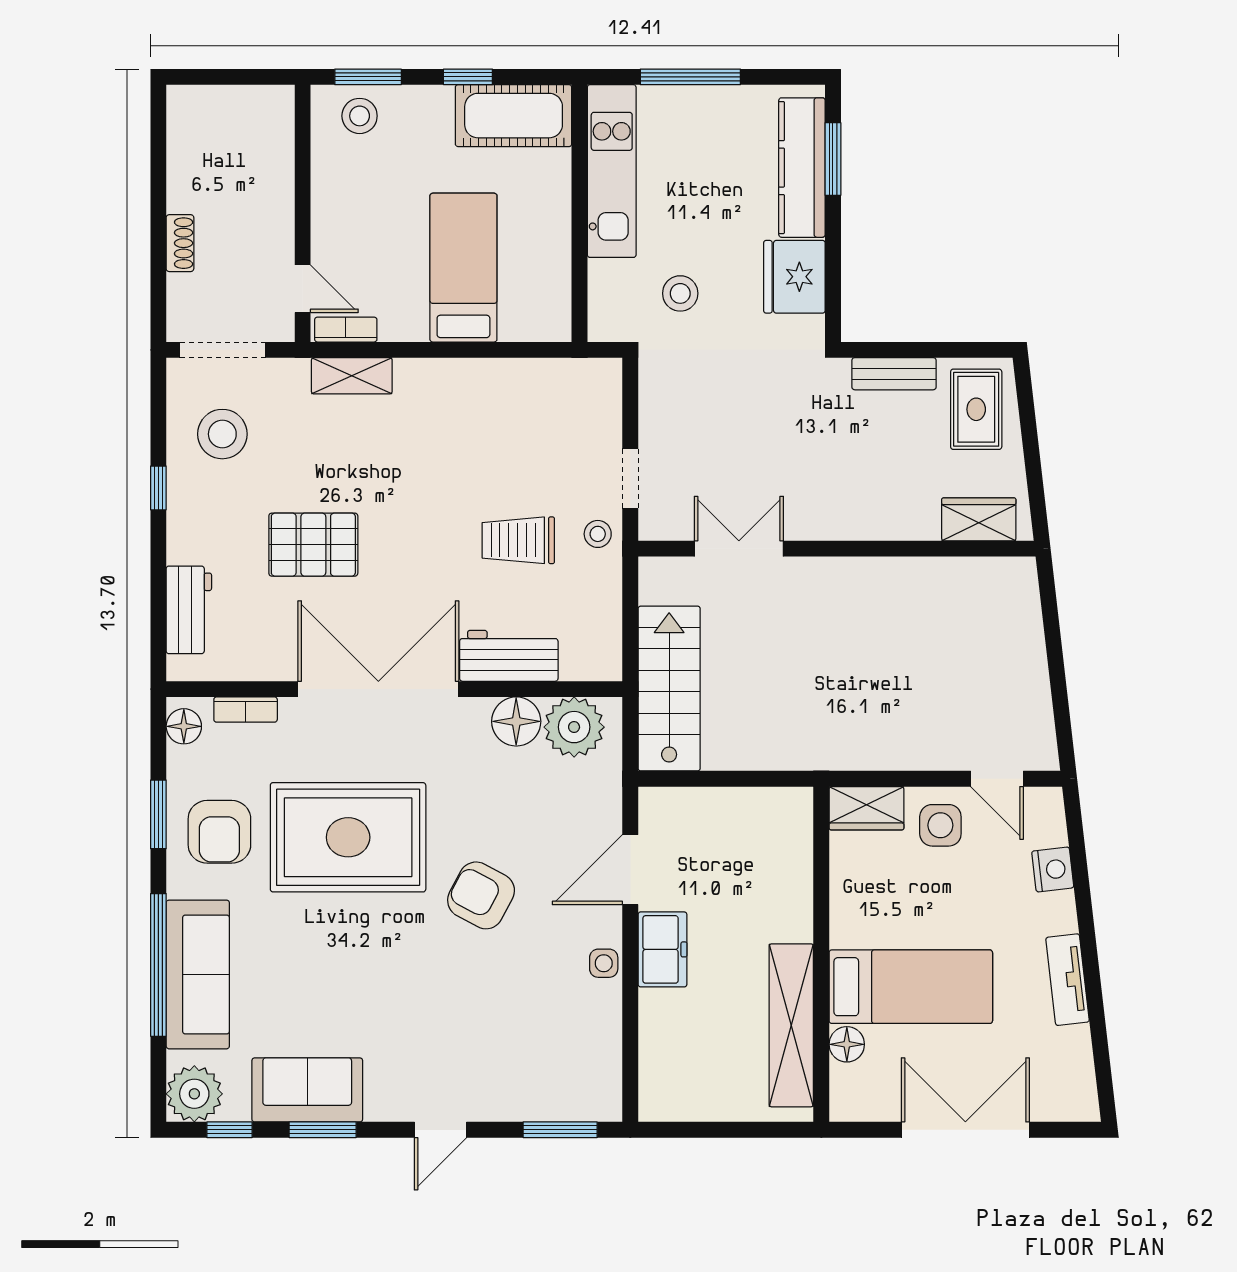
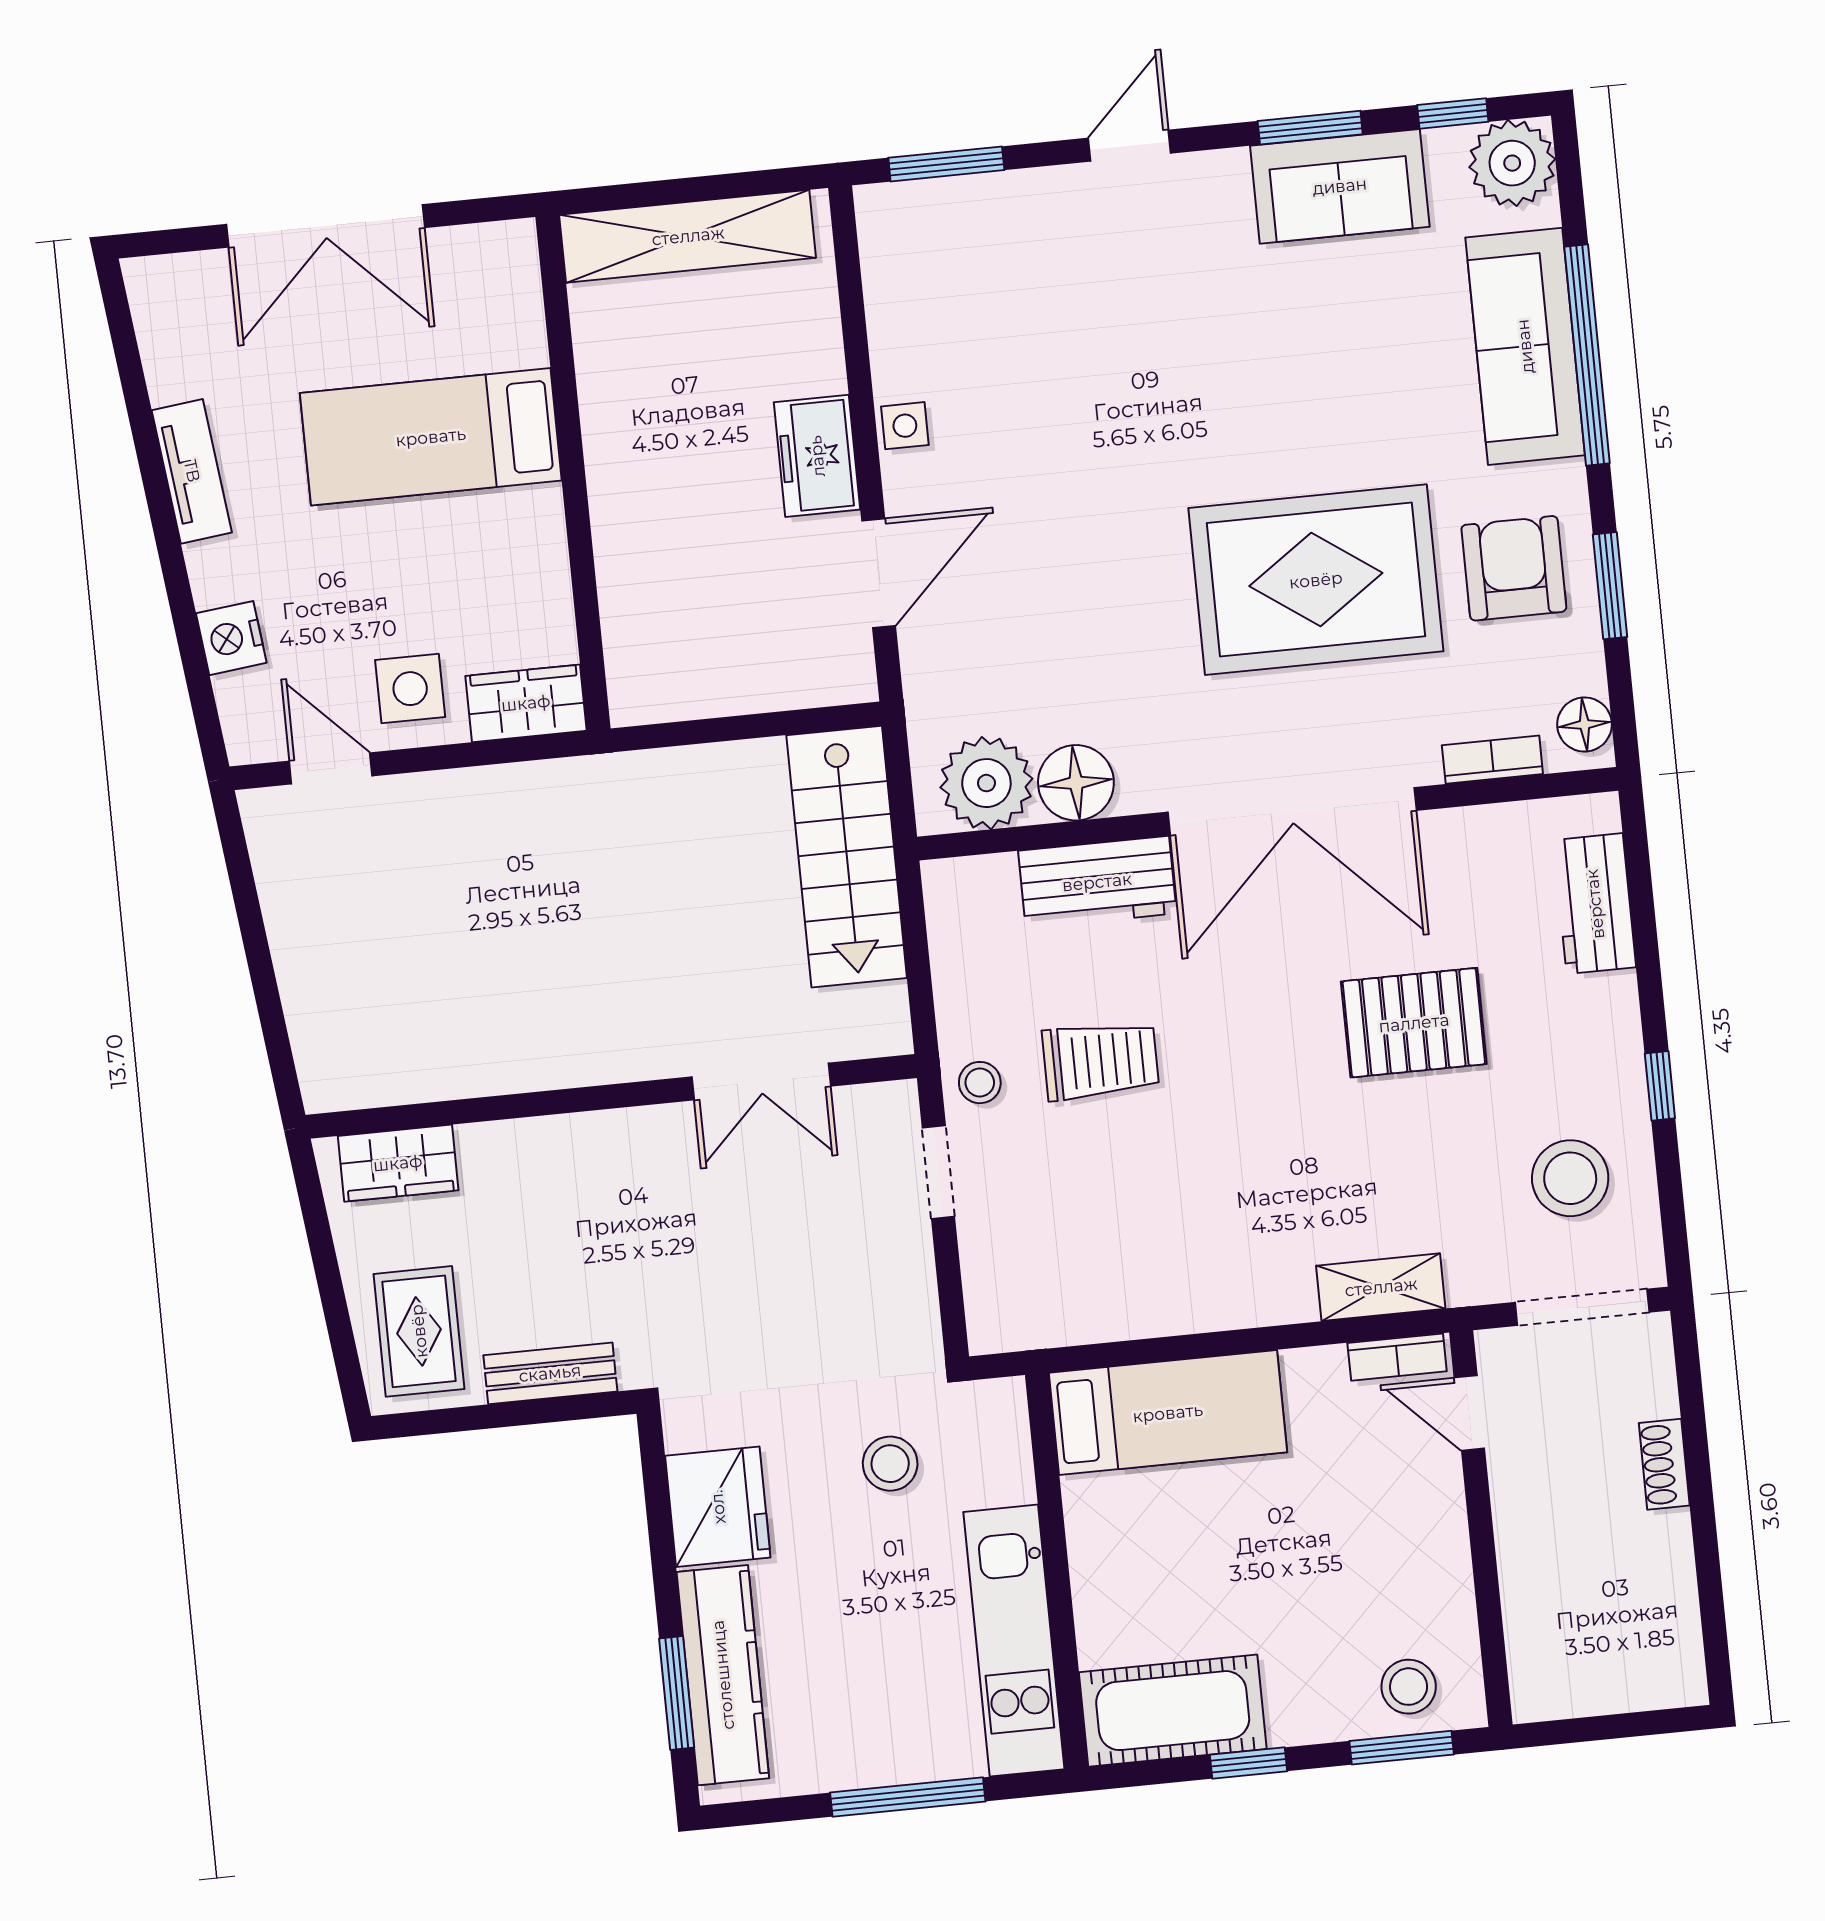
bed: (463, 268) -> (1168, 1413), moved, turned -90
armchair: (481, 895) -> (1103, 511), removed
shelving: (791, 1025) -> (688, 236), moved, turned 90
floor lamp: (847, 1044) -> (520, 339), removed

